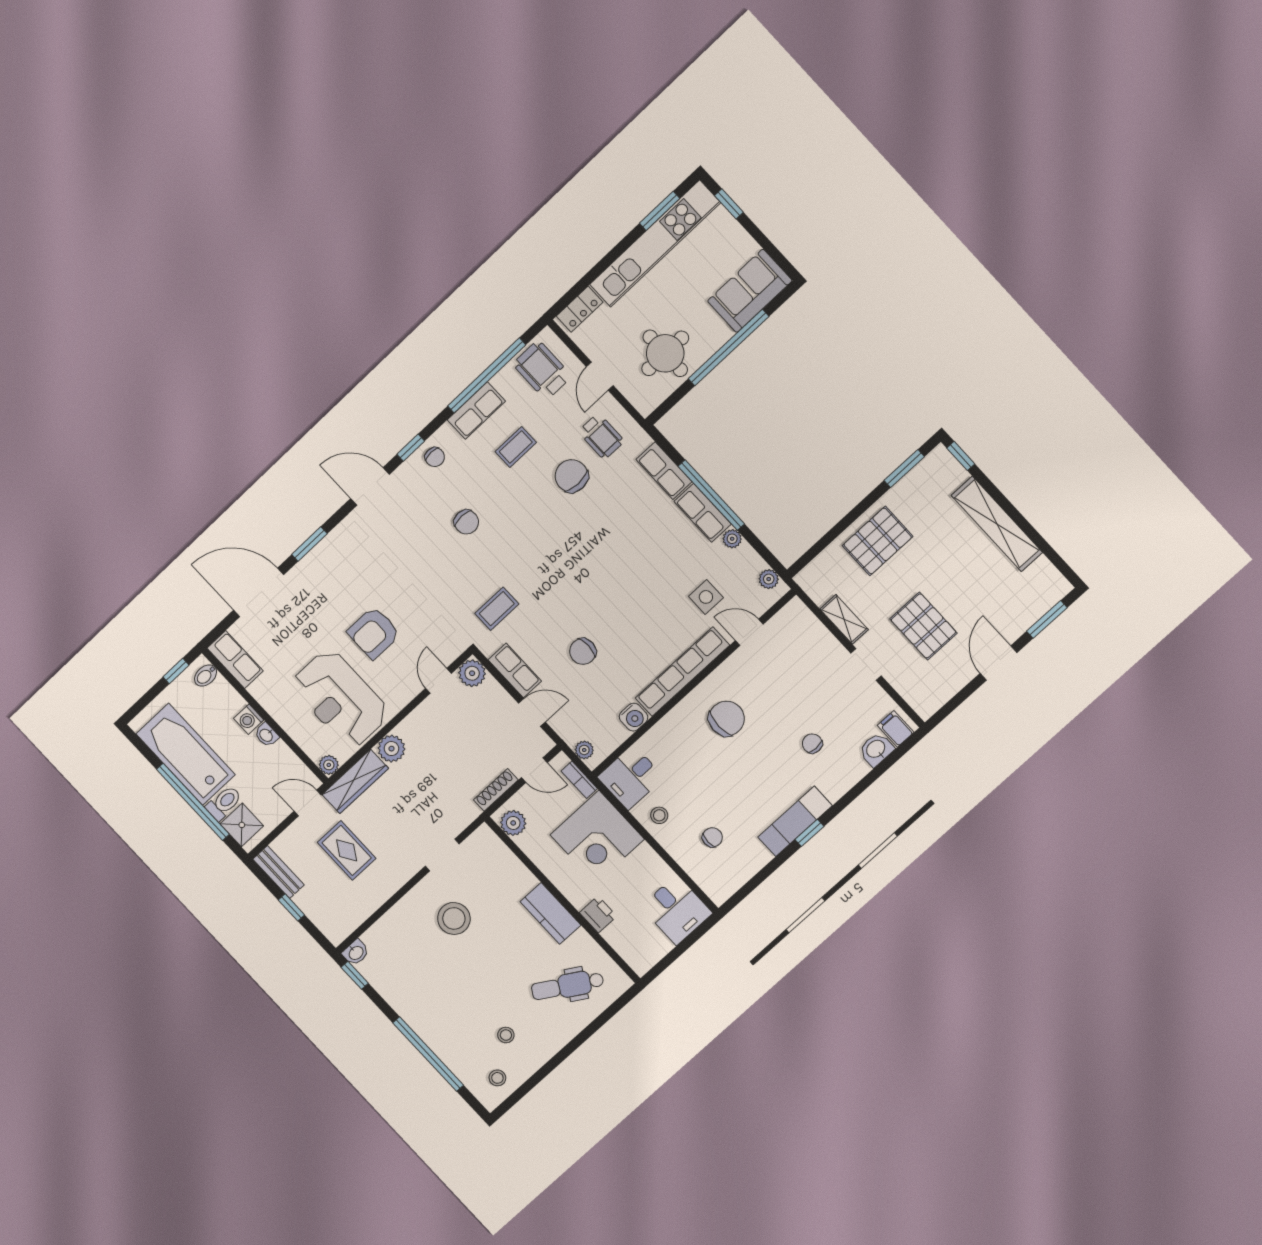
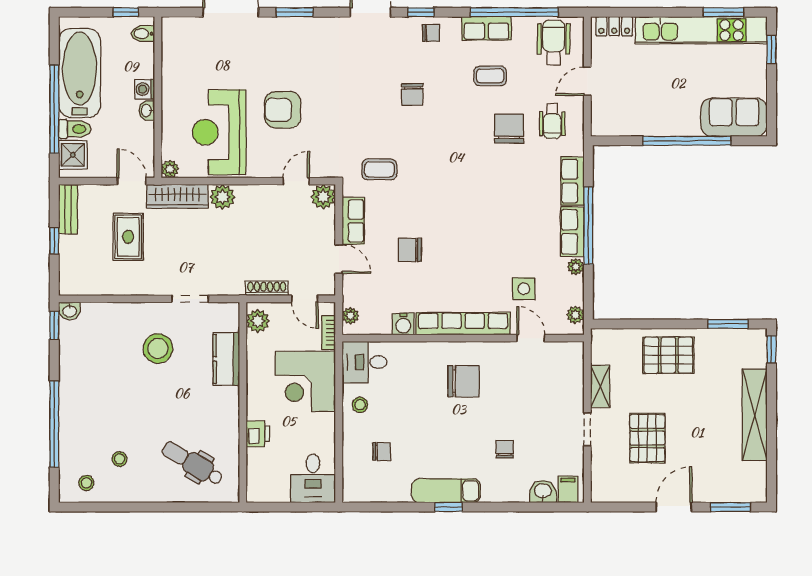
round table: (665, 353) -> (643, 106), removed
chair: (435, 457) -> (431, 33), turned -90
row of seats: (235, 659) -> (173, 41), removed
kitchen counter: (550, 913) -> (226, 359), moved

